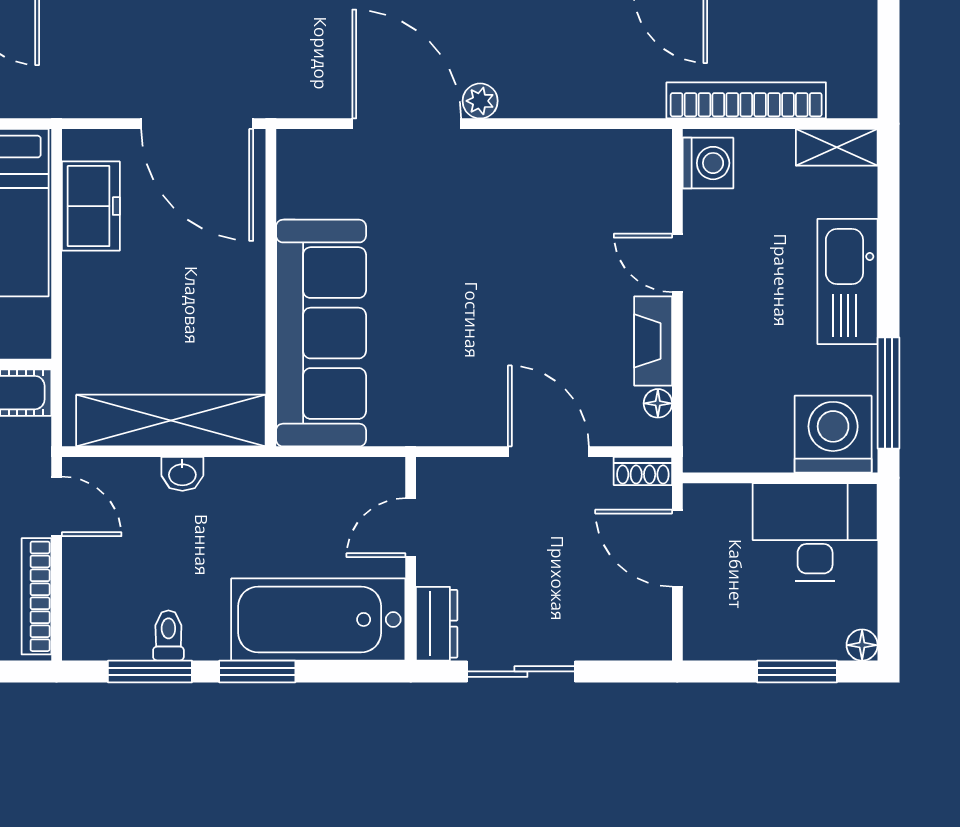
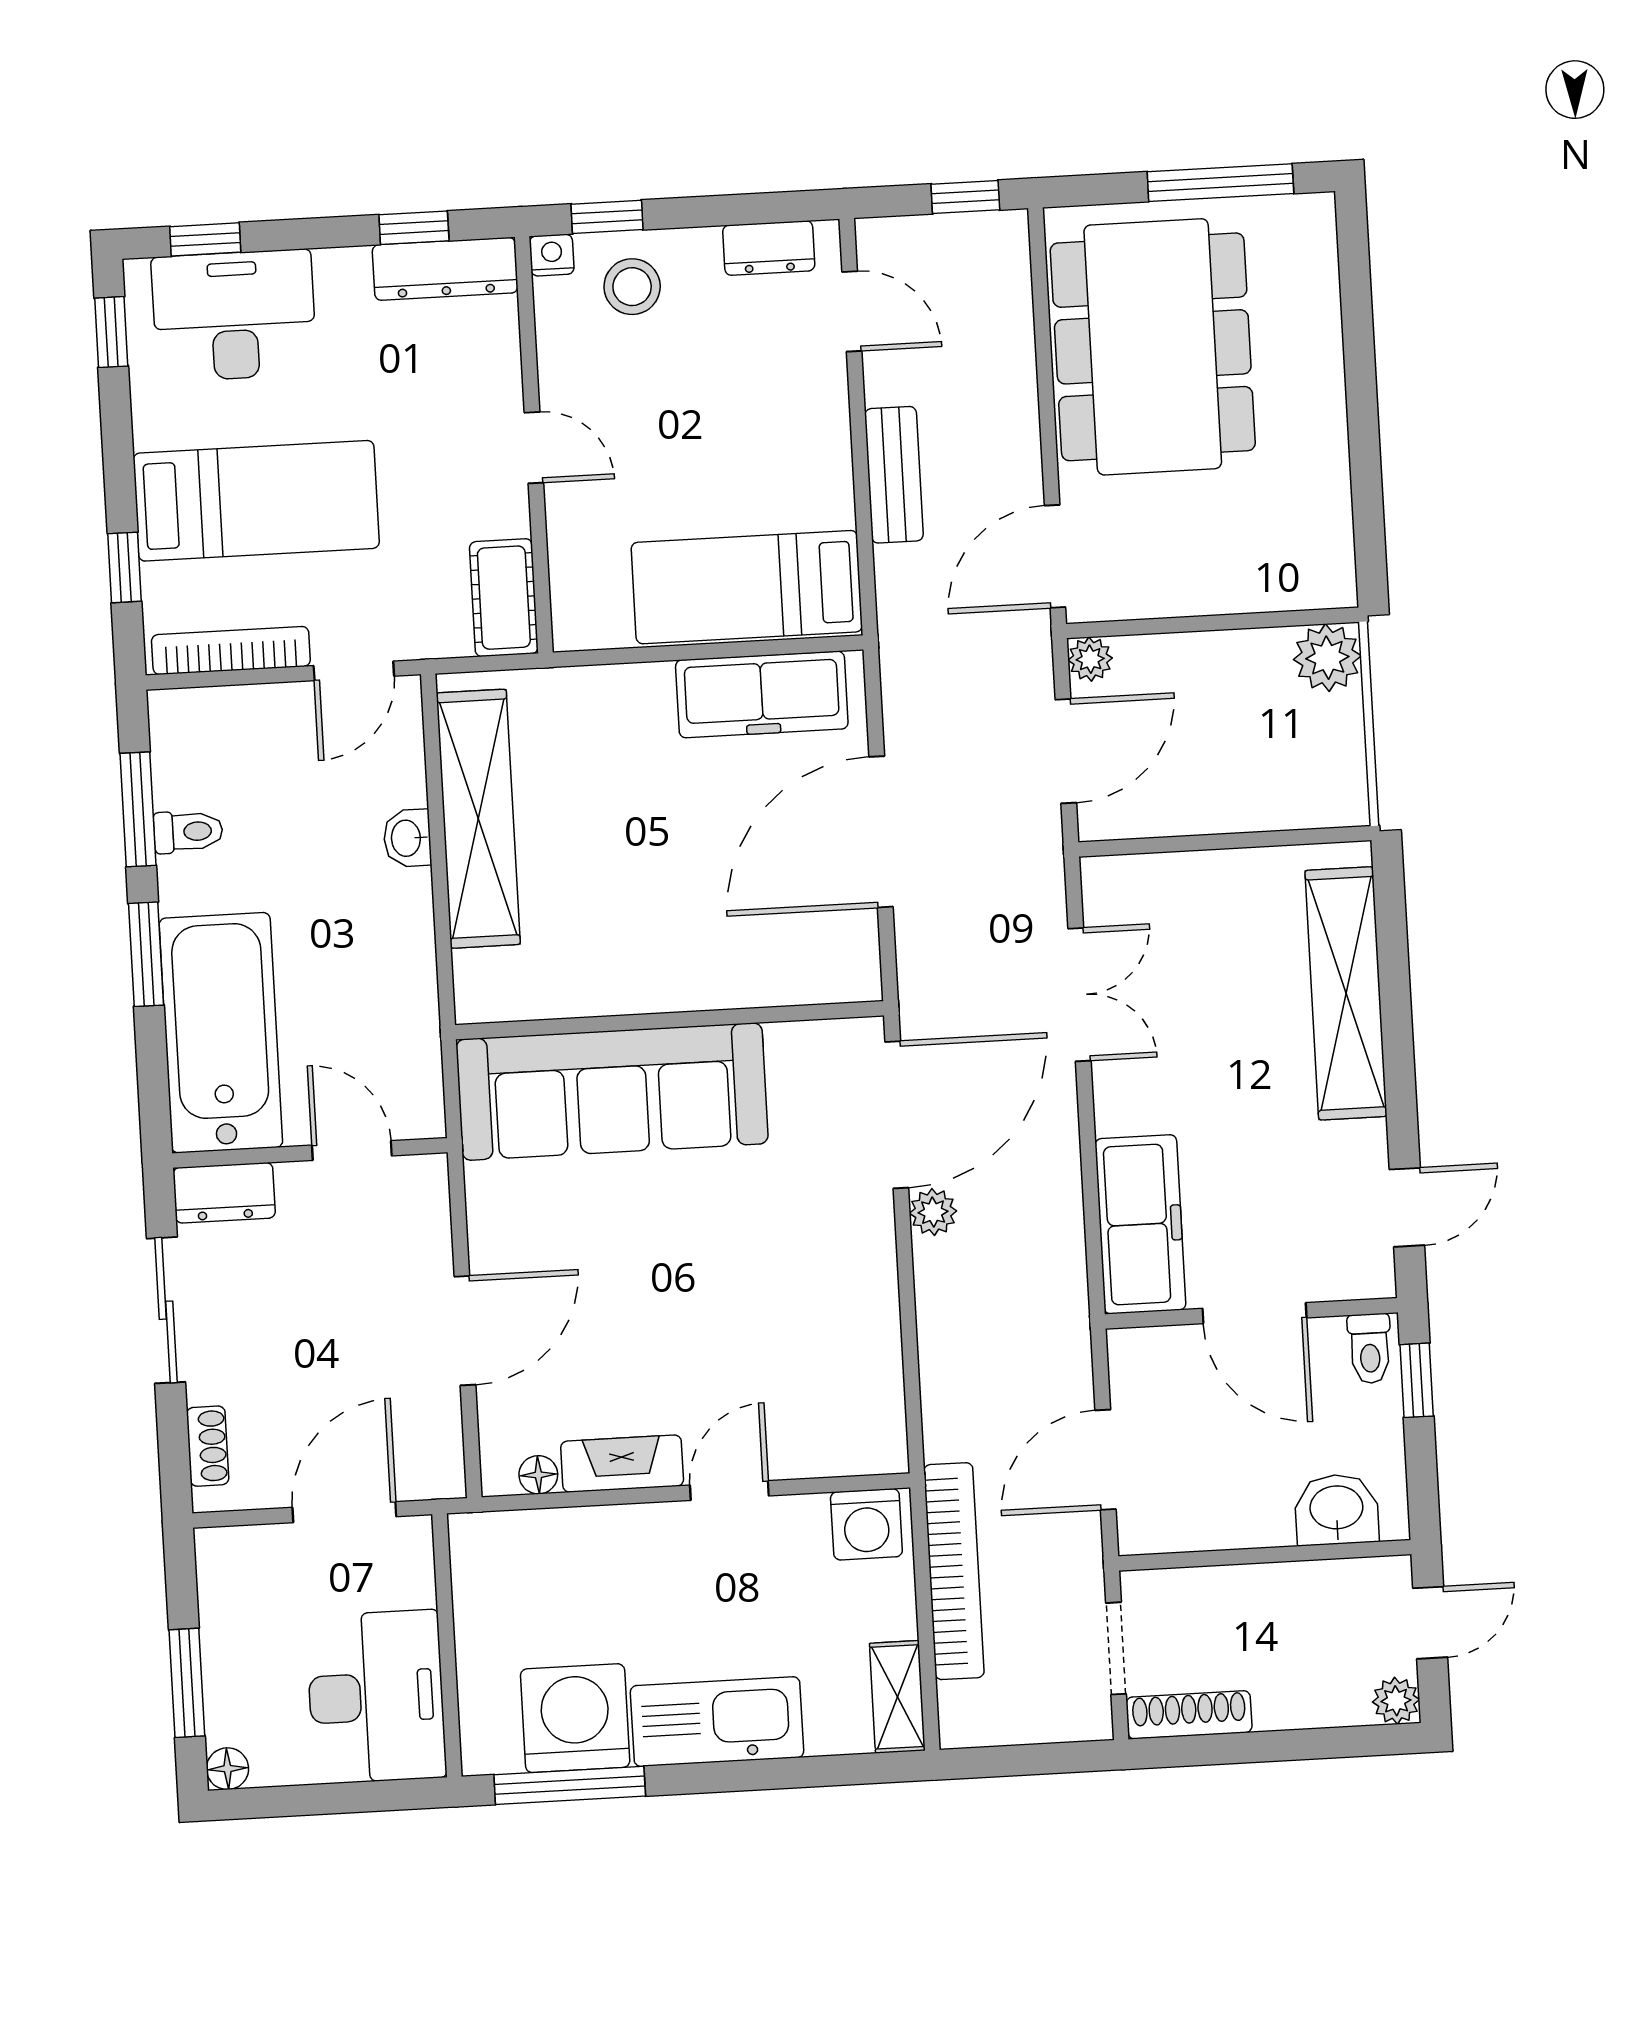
freezer: (91, 206) -> (762, 694), width x1.40
wall: (271, 288) -> (670, 1020), moved
sofa: (321, 333) -> (612, 1092), moved
washing machine: (833, 434) -> (575, 1718), moved, turned -90
shoe rack: (643, 471) -> (208, 1446), moved, turned 180

